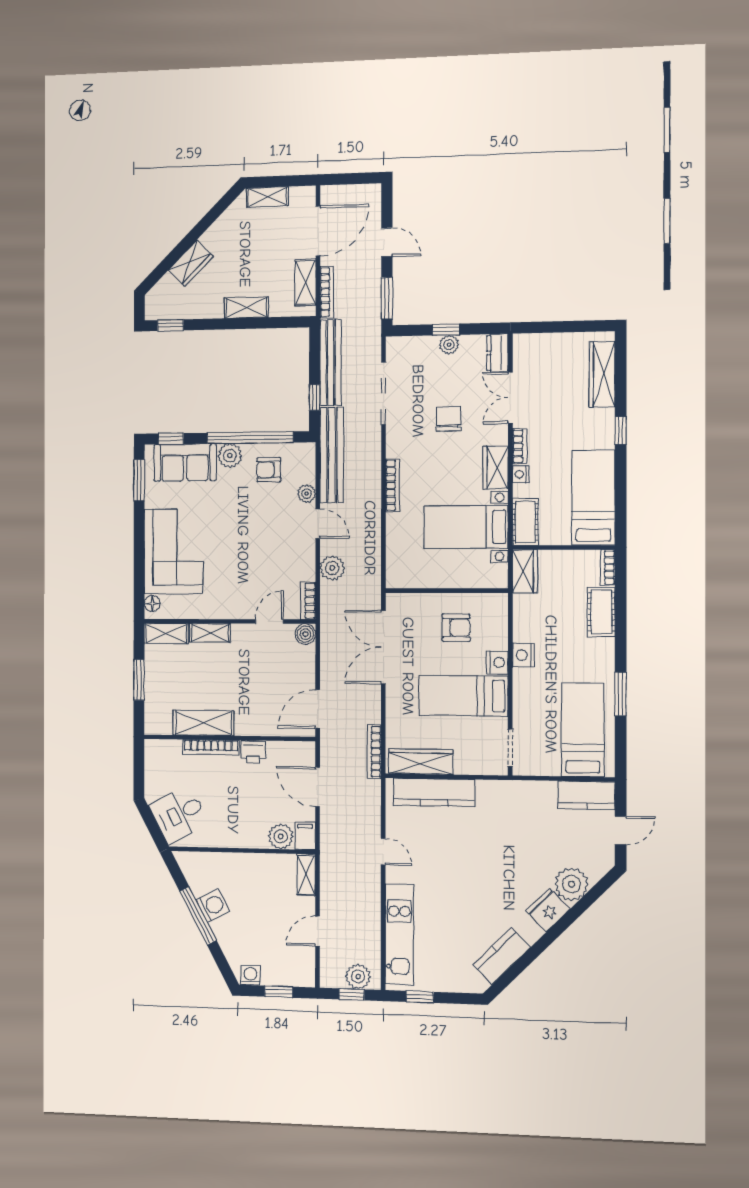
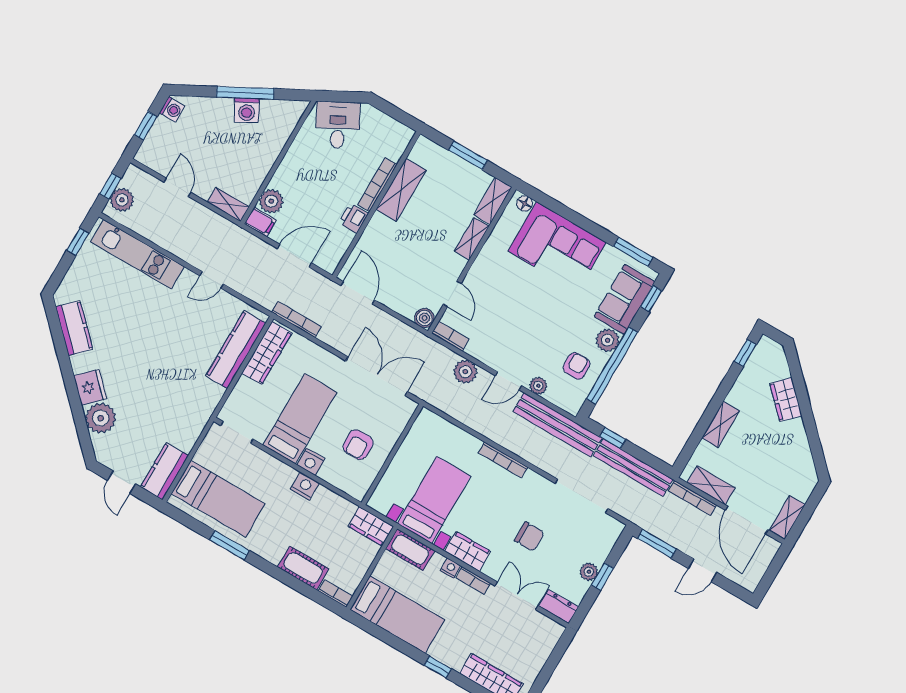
shelving: (267, 197) -> (787, 517), moved

